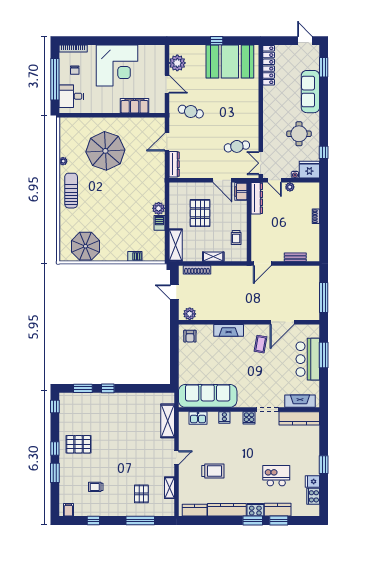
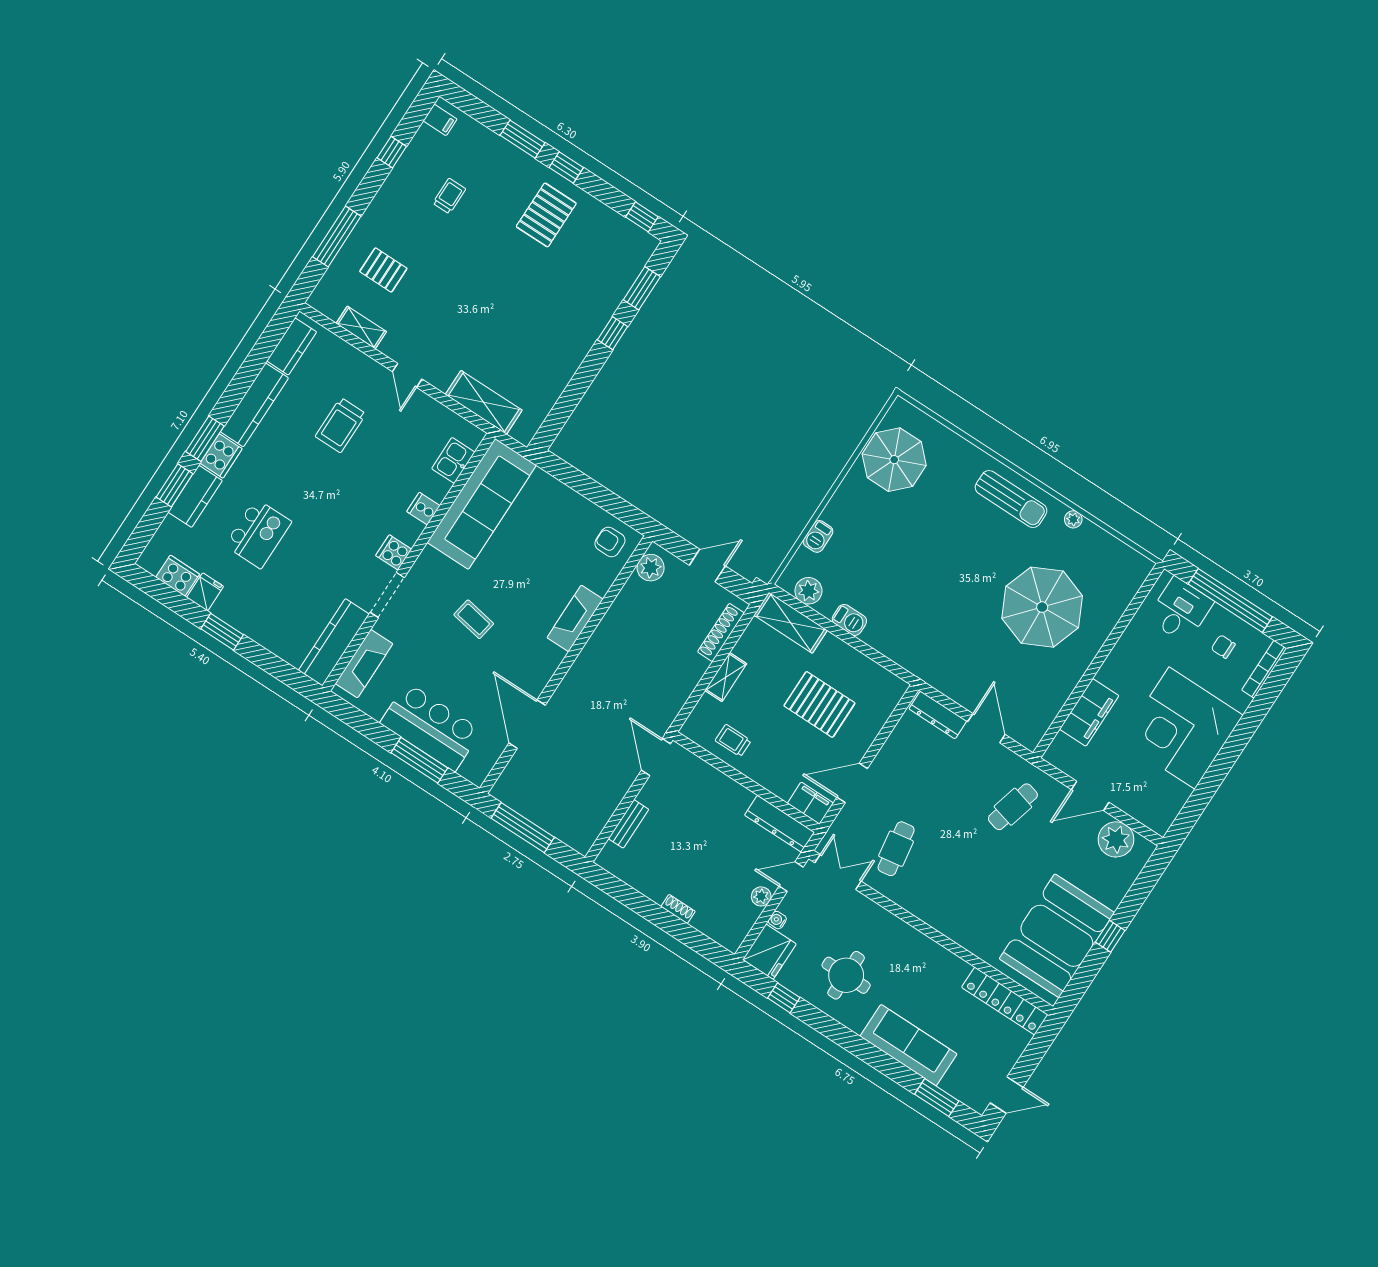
plant: (159, 208) -> (808, 591), moved
coffee table: (261, 344) -> (474, 619), moved

